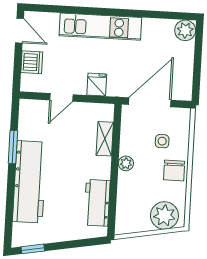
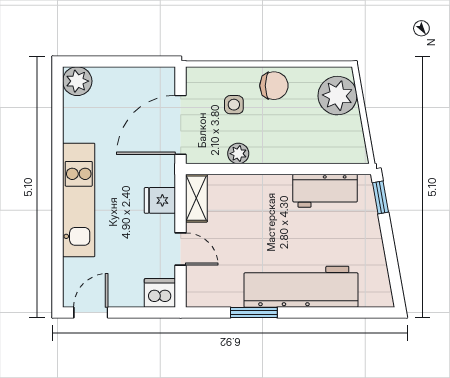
dishwasher: (32, 62) -> (160, 293), moved
door: (150, 102) -> (181, 125), hinge flipped
shelving: (105, 139) -> (196, 198), moved, turned 90
plant: (126, 163) -> (238, 154), moved
window: (33, 249) -> (380, 197), moved

